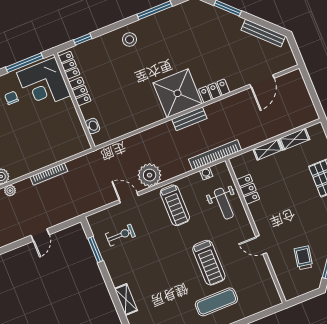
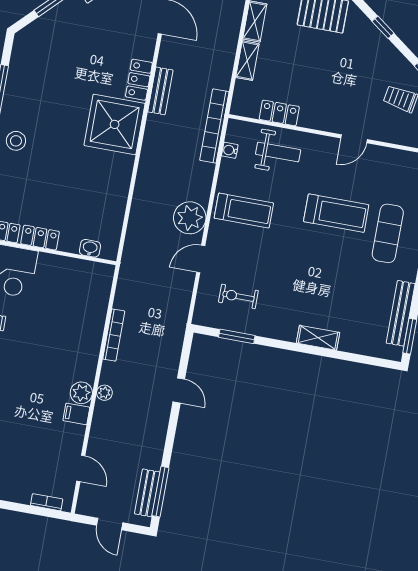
bench: (189, 119) -> (160, 91), moved
exercise bike: (120, 235) -> (238, 296), turned -90

